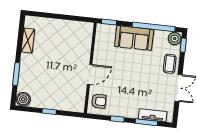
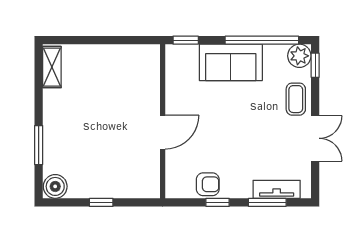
shelving: (28, 41) -> (52, 67), moved
armchair: (99, 101) -> (208, 184), moved

